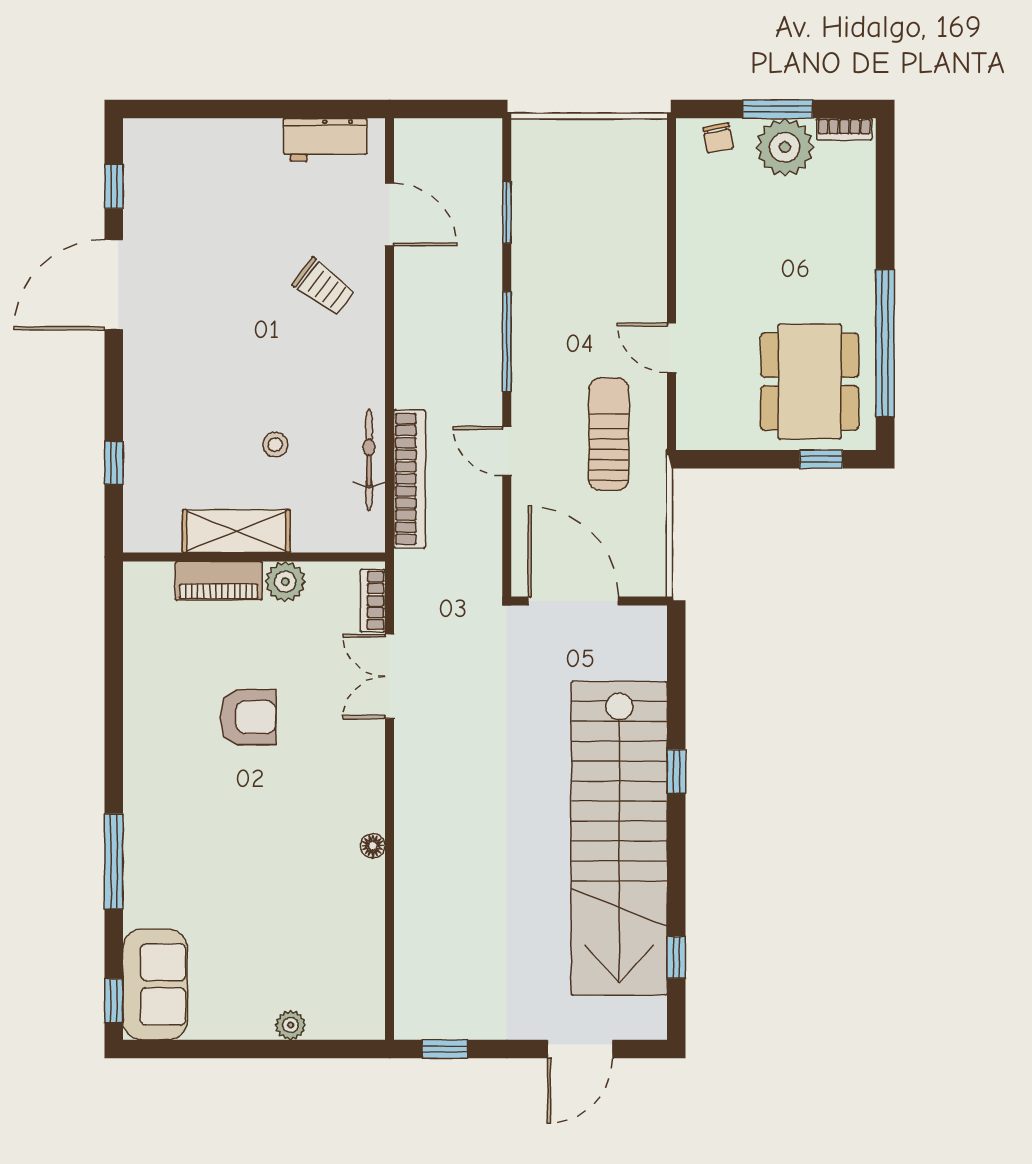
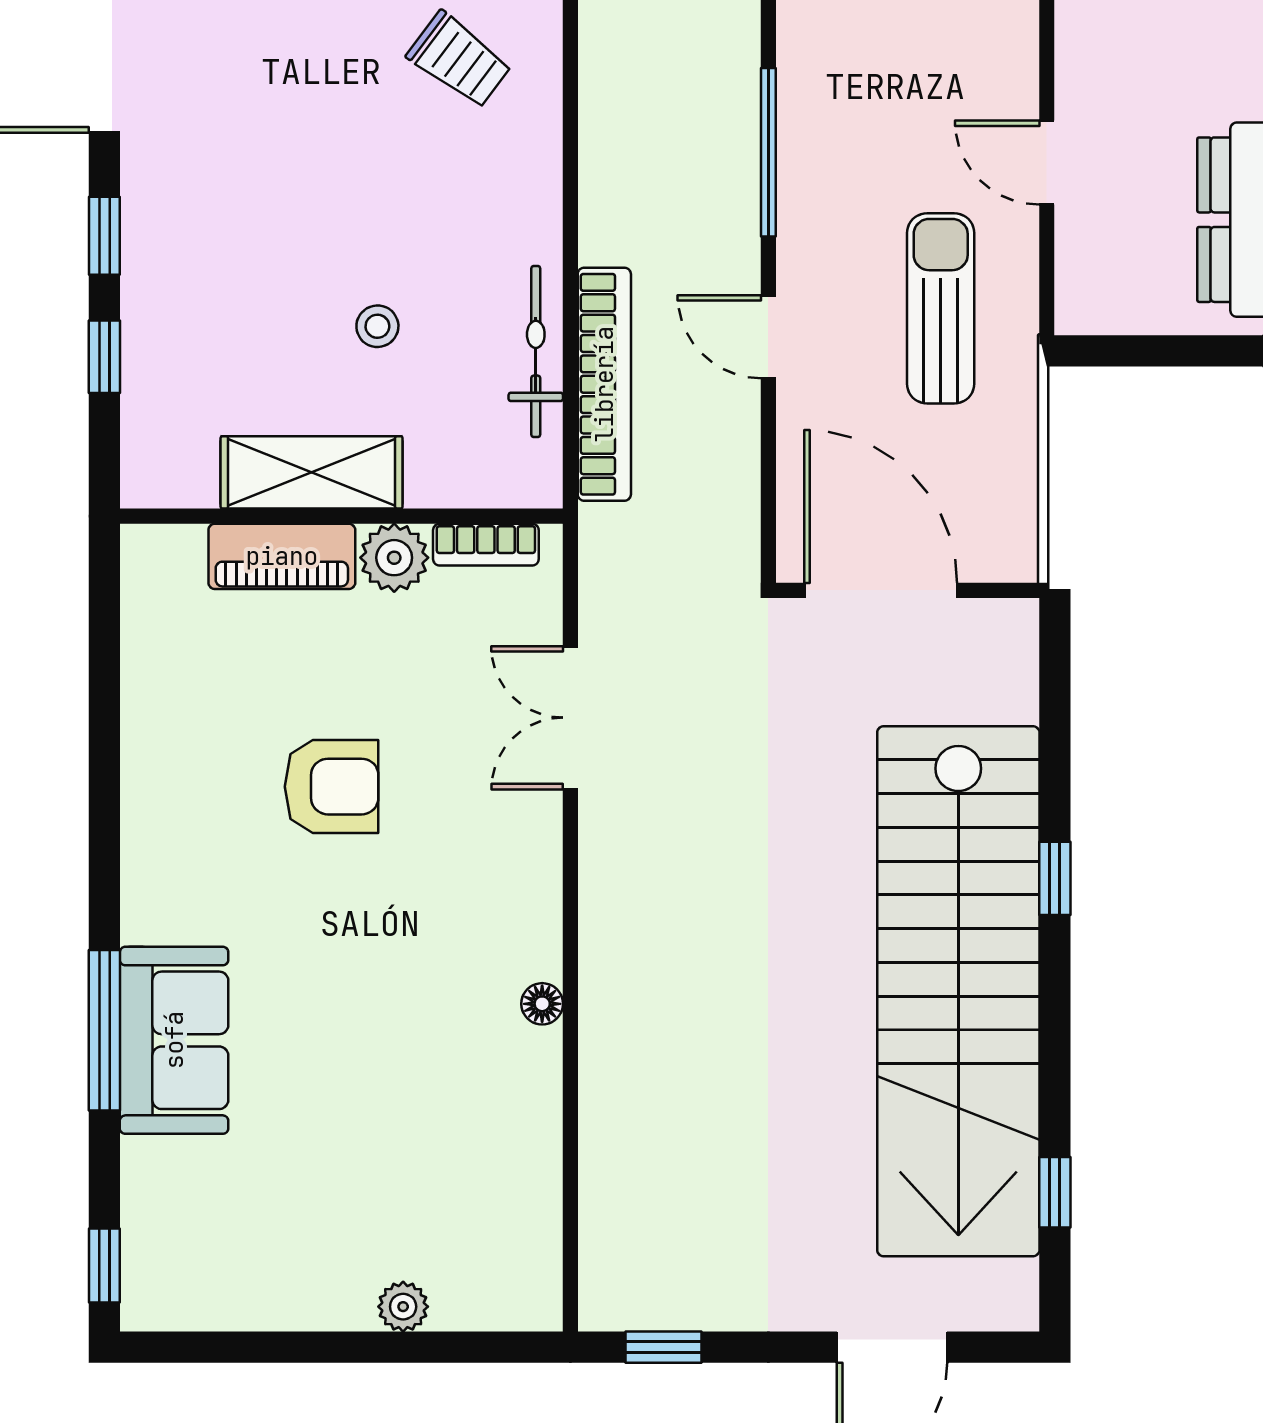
window: (114, 391) -> (104, 236), added
bookcase: (373, 601) -> (486, 545), moved, turned -90
sofa: (155, 984) -> (174, 1040), moved

